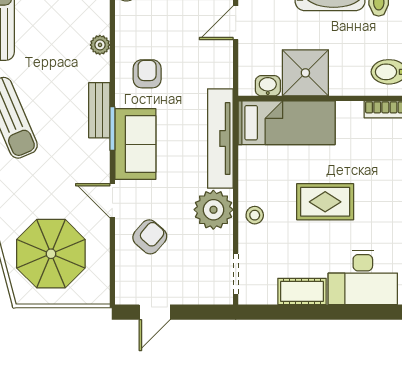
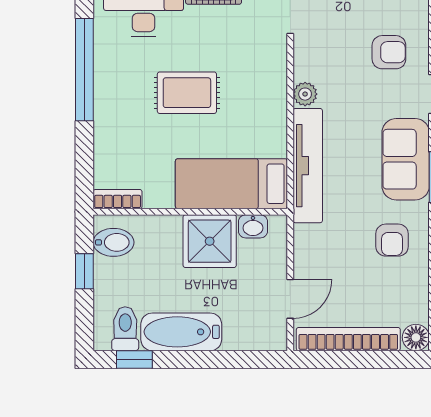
plant: (213, 210) -> (305, 94), width x0.53, depth x0.53
stool: (255, 215) -> (268, 77), removed
armchair: (150, 237) -> (389, 52), turned -131

